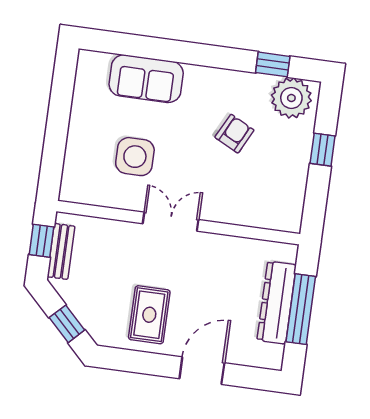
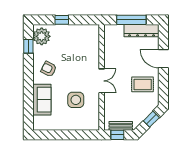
armchair: (234, 134) -> (49, 69), moved
double door: (171, 222) -> (102, 81), swing flipped
dresser: (277, 303) -> (142, 31), moved

